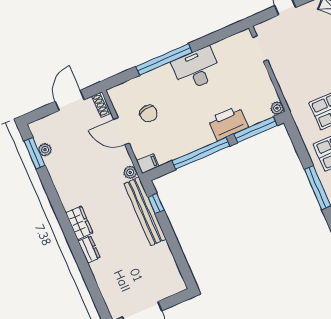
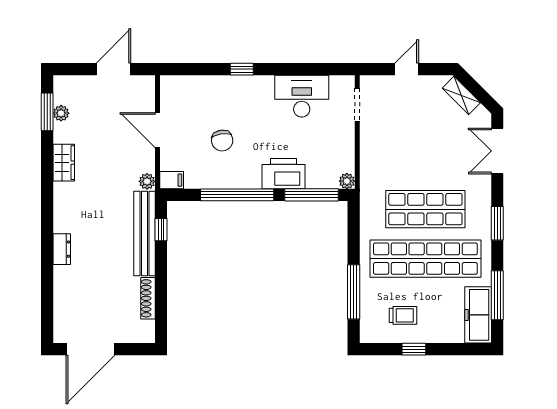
window: (164, 59) -> (242, 69), width x0.32
desk: (196, 69) -> (302, 96), moved
shoe rack: (102, 105) -> (148, 298), moved, width x1.43
chair: (148, 114) -> (222, 141), moved
wardrobe: (79, 223) -> (64, 163), moved

